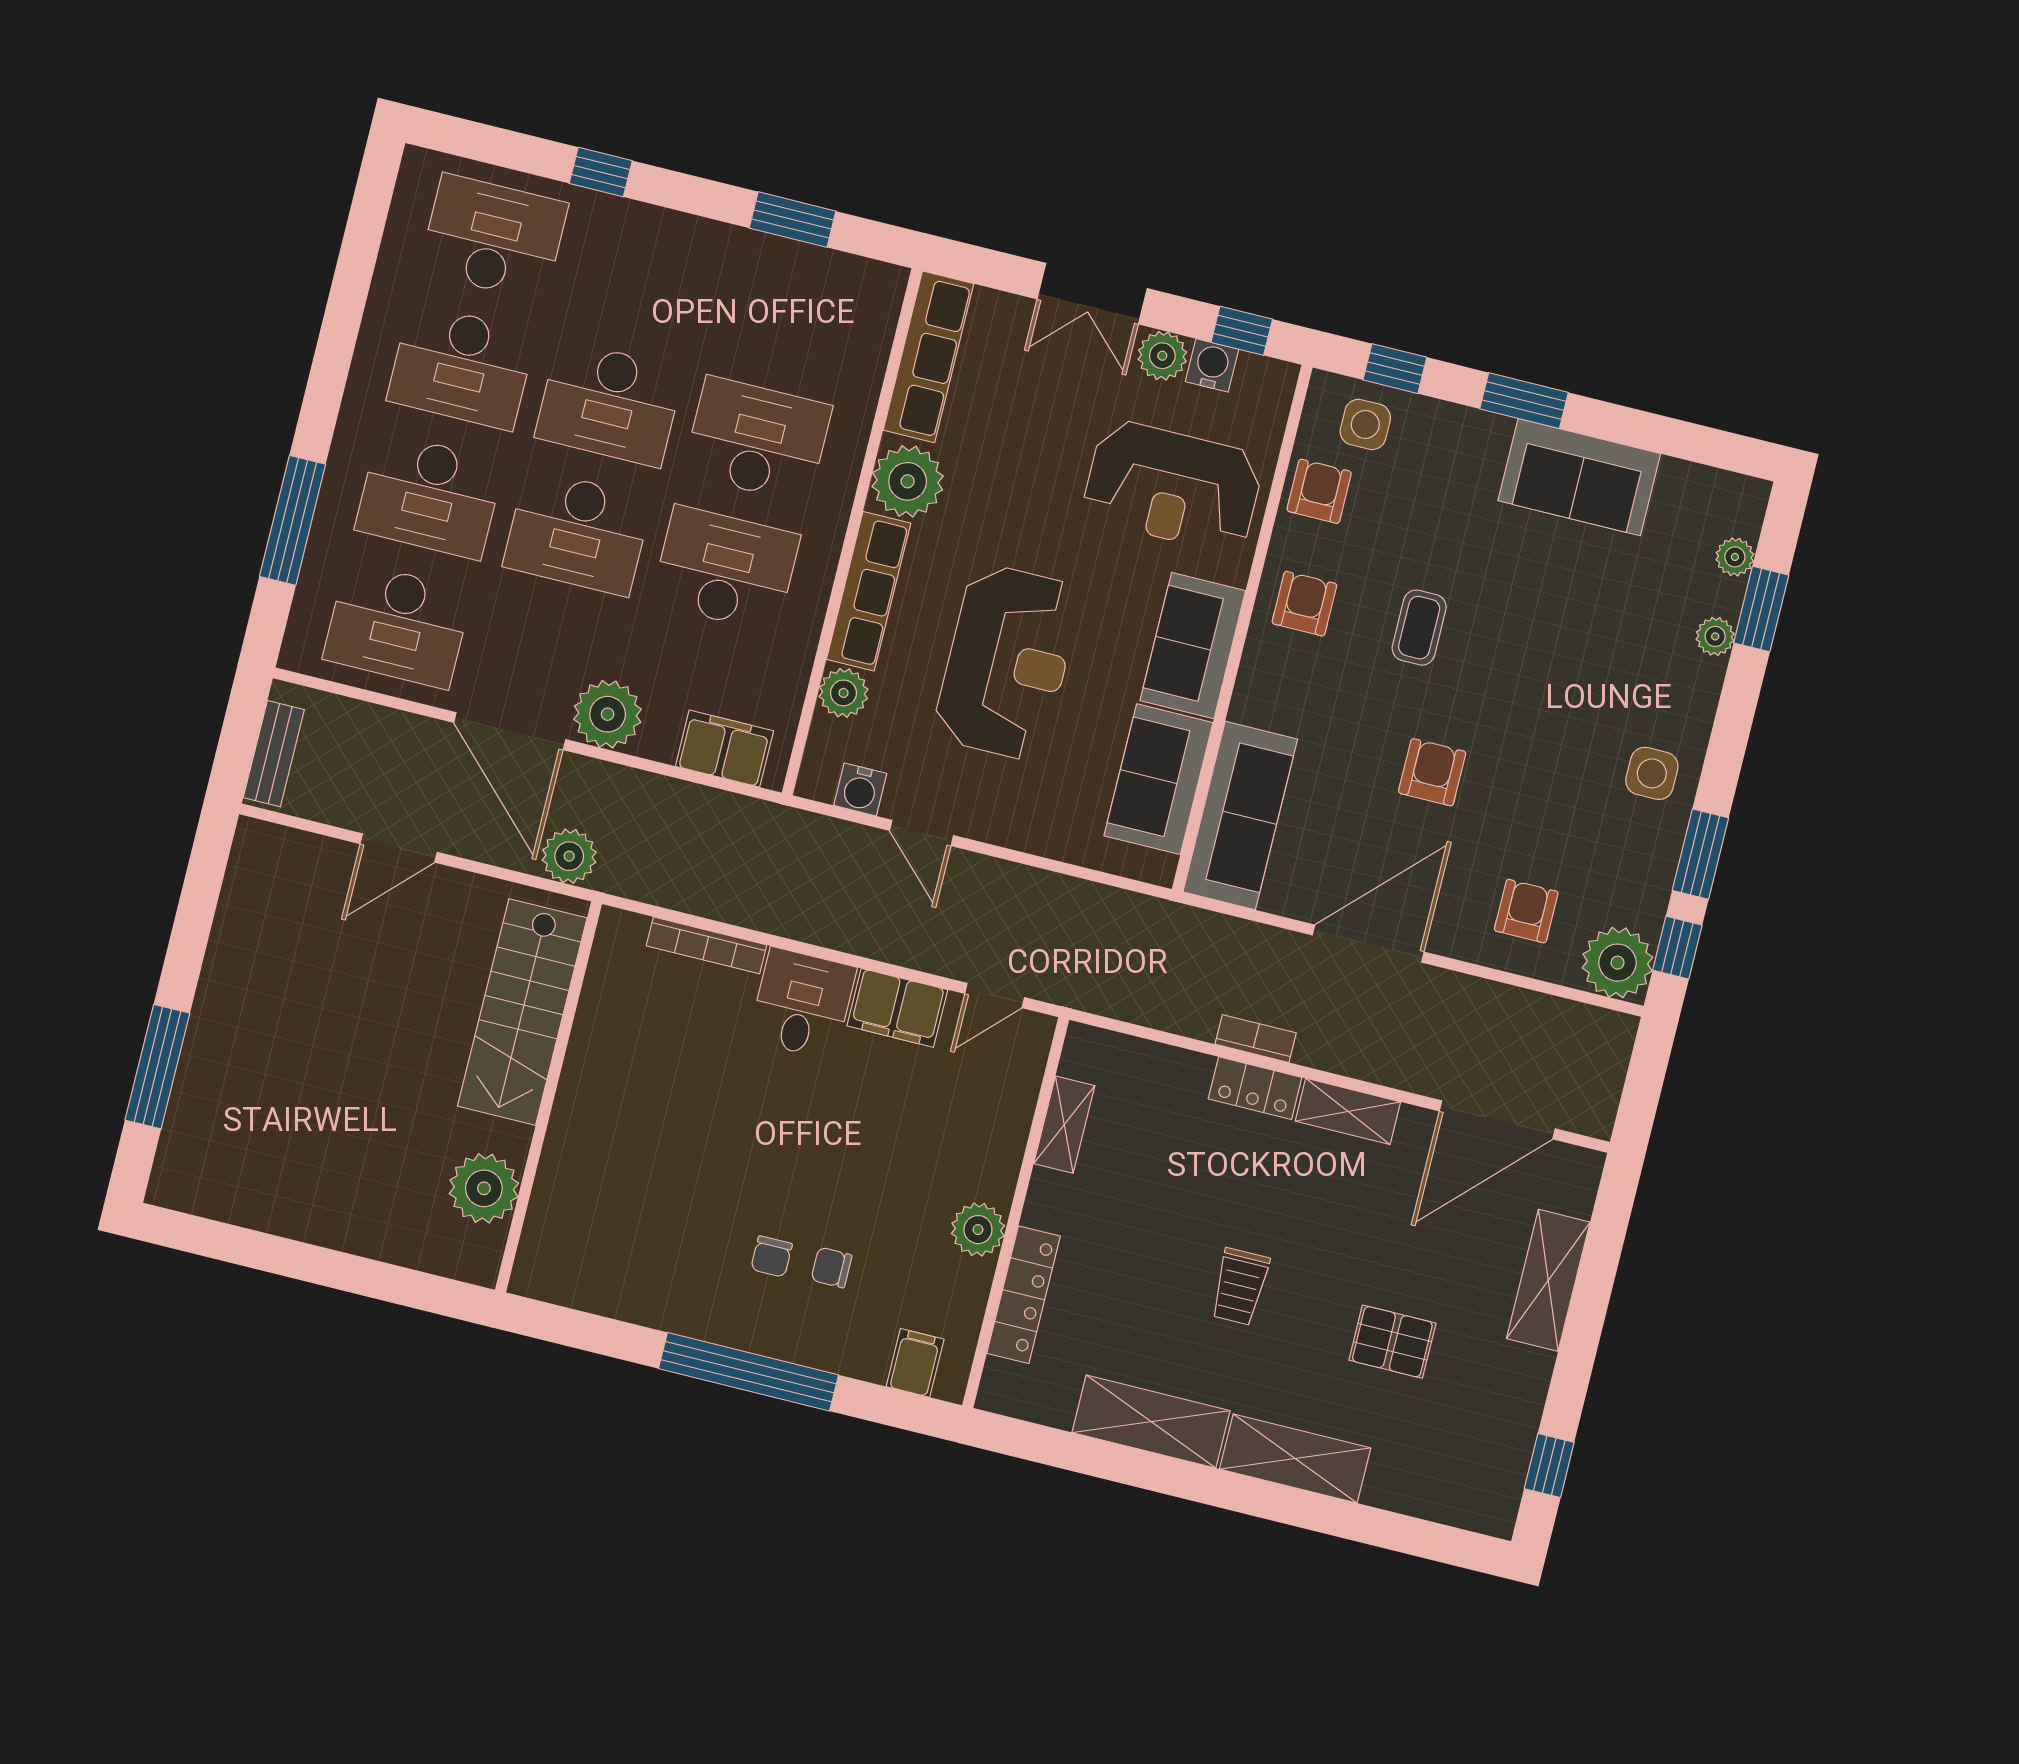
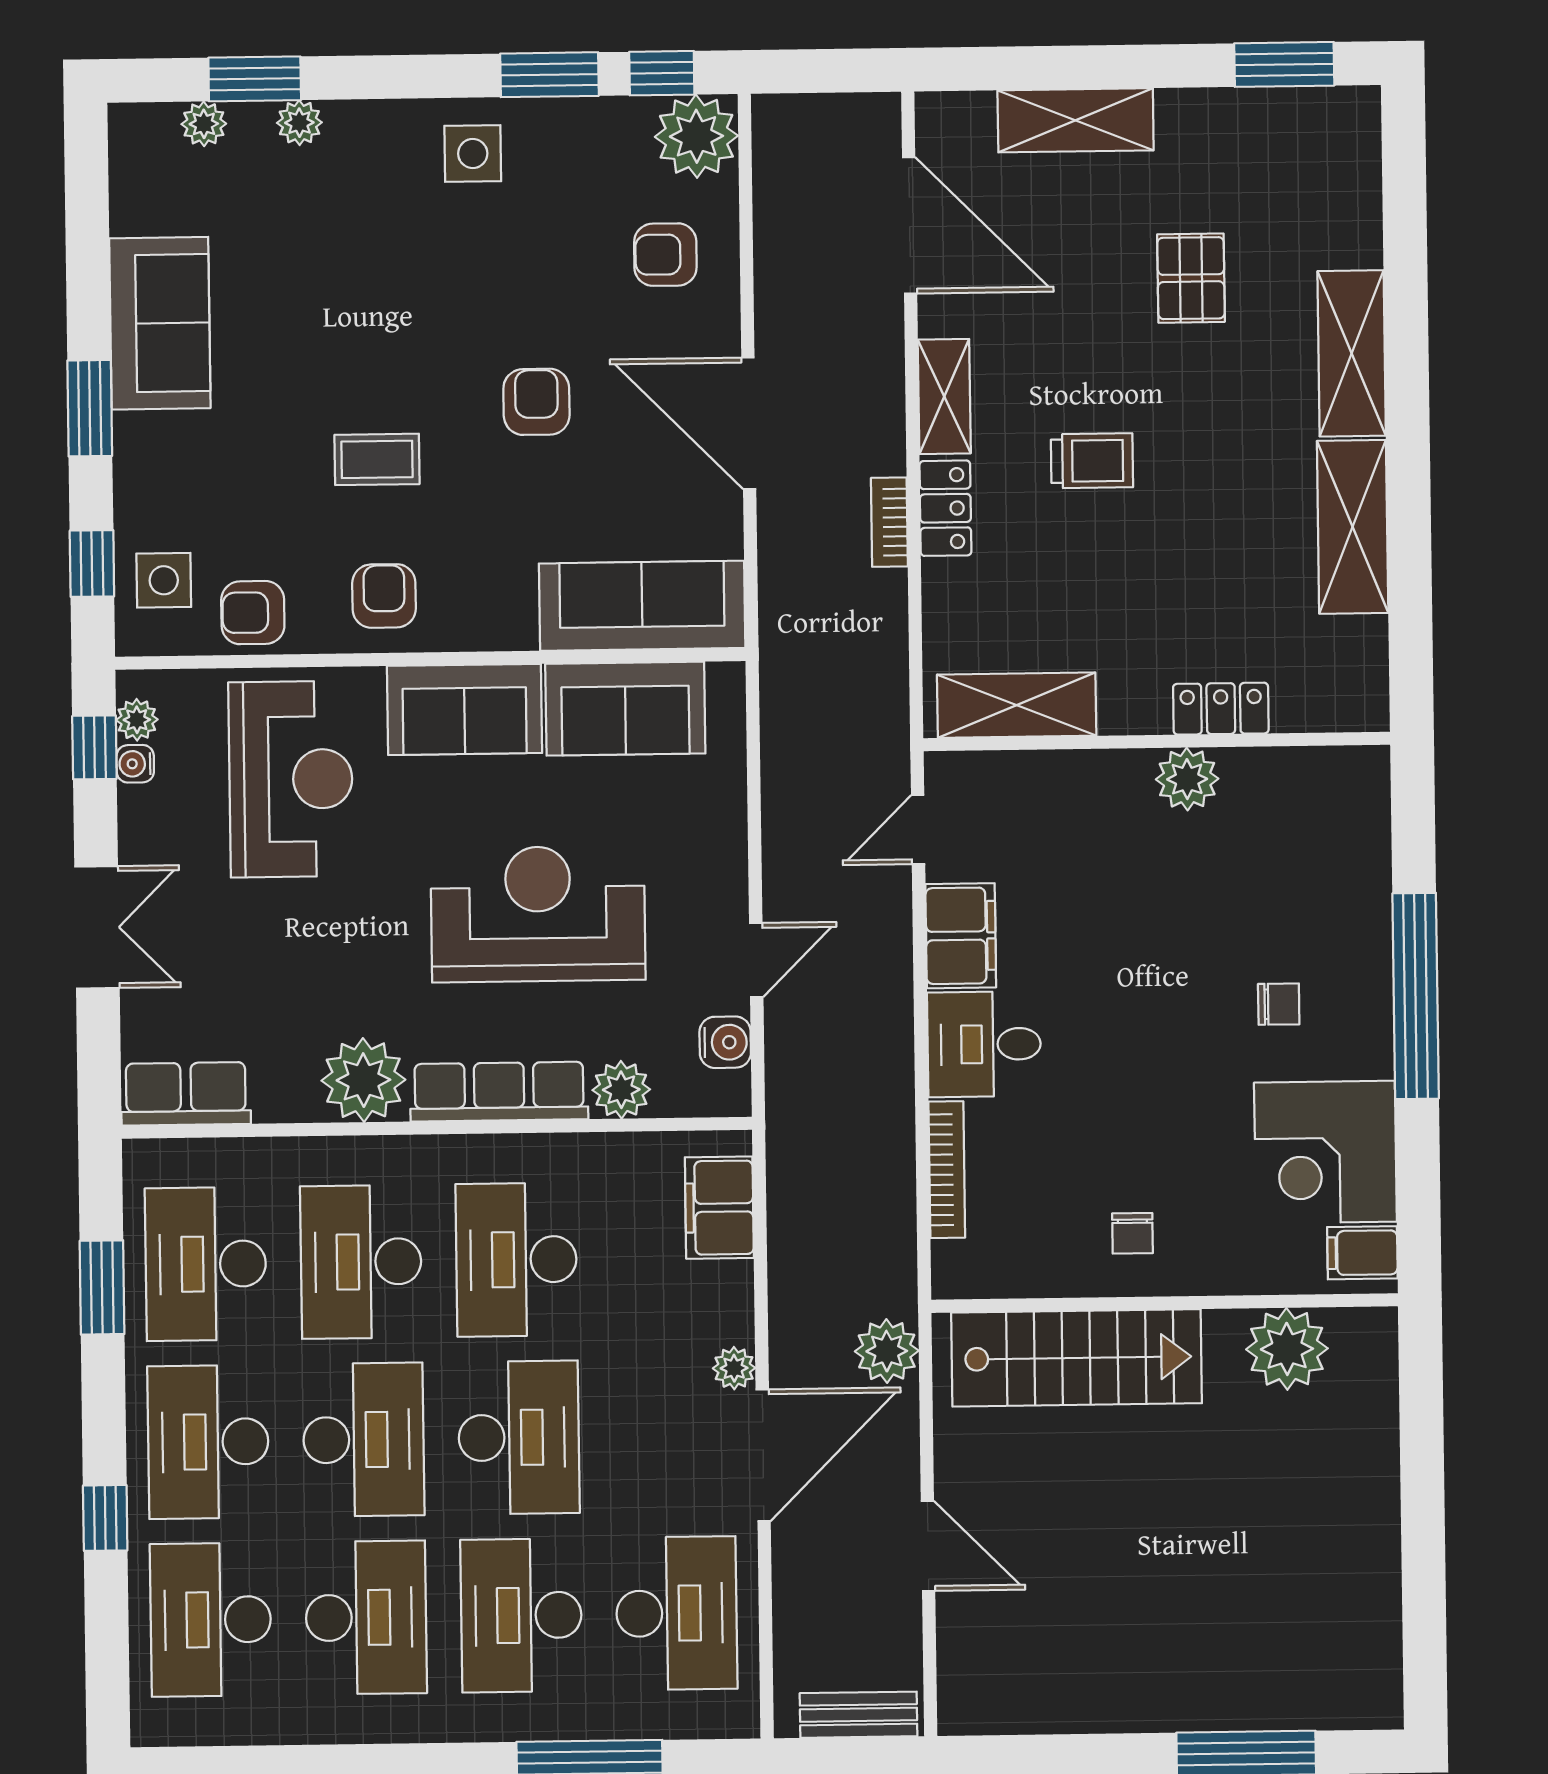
desk: (641, 274) -> (208, 1442), added
desk: (789, 311) -> (206, 1264), added
plant: (1162, 356) -> (137, 720), moved, width x0.73, depth x0.73
row of seats: (928, 357) -> (186, 1094), width x0.68
water cooler: (1212, 365) -> (135, 764), width x0.72, depth x0.72
desk: (430, 496) -> (521, 1615), turned 180
armchair: (1304, 604) -> (384, 596), turned 90
plant: (608, 714) -> (734, 1368), width x0.53, depth x0.53
armchair: (1432, 772) -> (536, 402), turned 90
door: (995, 995) -> (918, 830), swing flipped
shelving: (1064, 1125) -> (1017, 705), width x1.50, depth x1.33
corner desk: (639, 1263) -> (1325, 1152), added
chair: (832, 1268) -> (1133, 1233), moved
trolley: (1240, 1287) -> (1092, 461), moved
locker: (1024, 1295) -> (1221, 709), width x0.66
filing cabinet: (915, 1363) -> (1362, 1253), moved
window: (1549, 1465) -> (1284, 64), width x1.50

